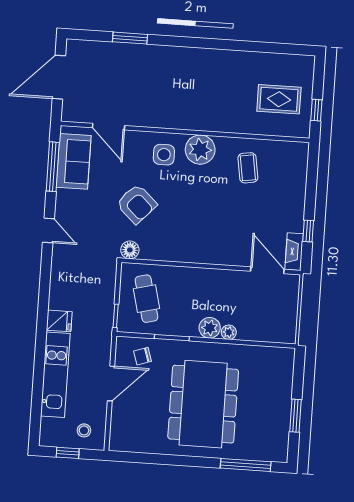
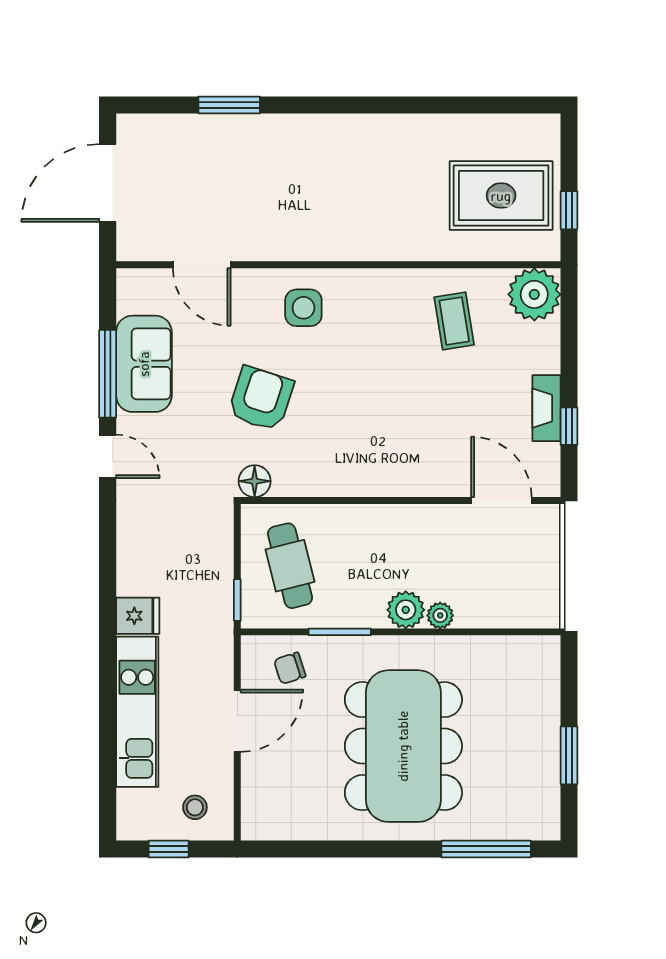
rug: (279, 99) -> (501, 196), width x1.36, depth x1.43
plant: (200, 150) -> (534, 294), moved
sofa: (74, 161) -> (144, 364), moved
window: (53, 167) -> (108, 374), moved
armchair: (137, 204) -> (261, 399), turned -115
fireplace: (294, 252) -> (546, 408), moved

